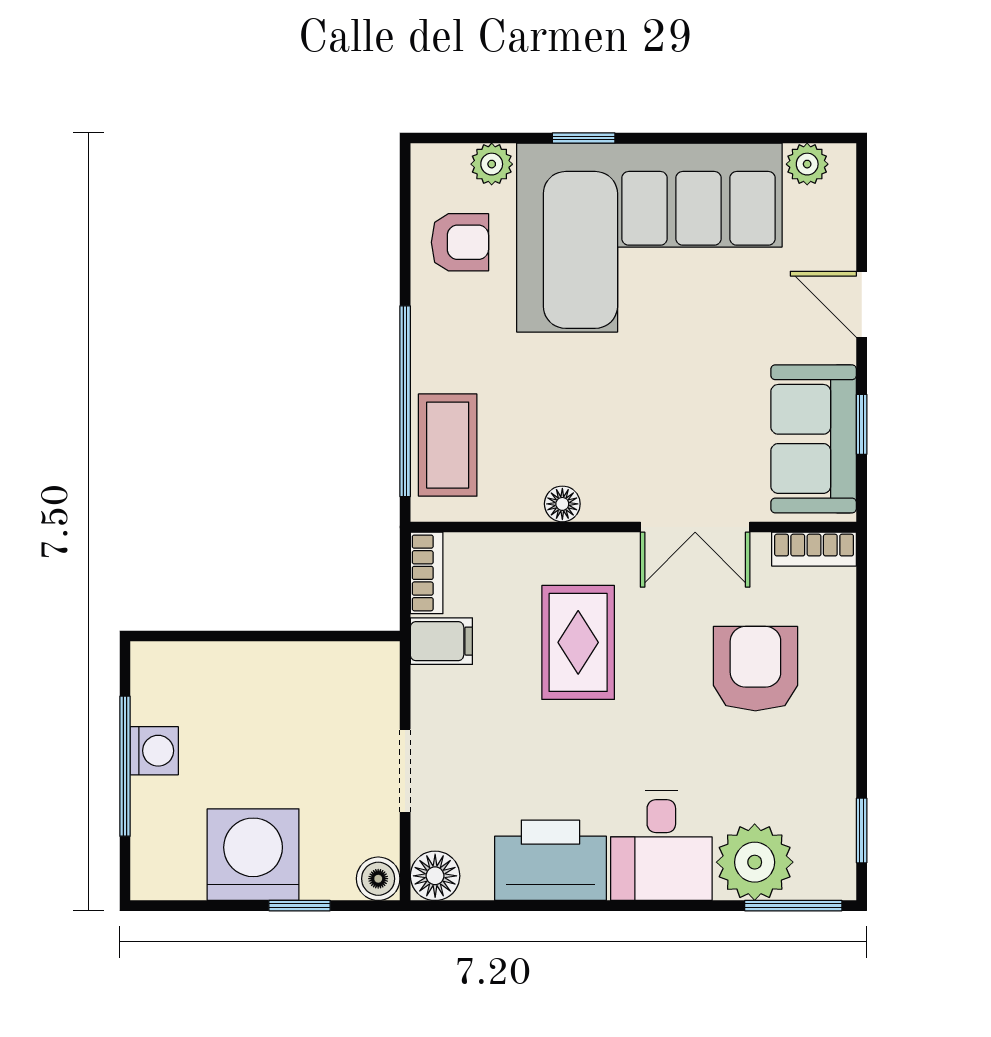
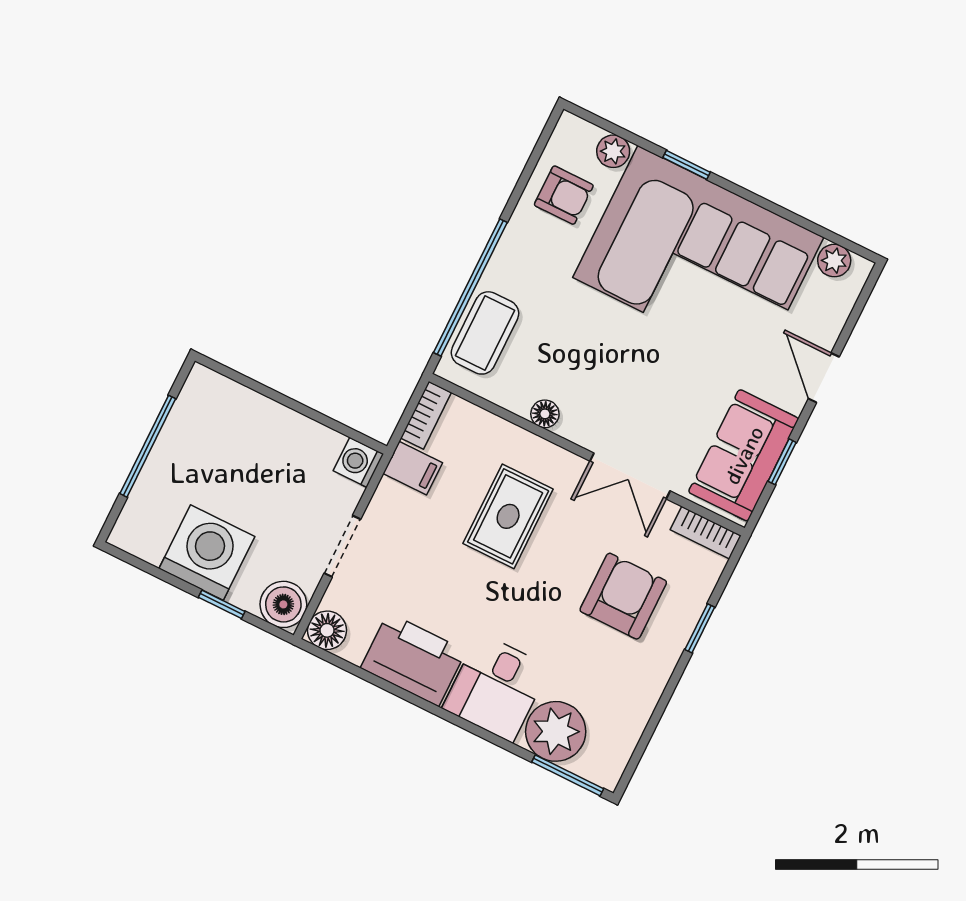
washing machine: (154, 751) -> (358, 462), moved, turned 180
window: (862, 830) -> (700, 628), moved
boiler: (378, 879) -> (283, 604), width x1.36, depth x1.36

